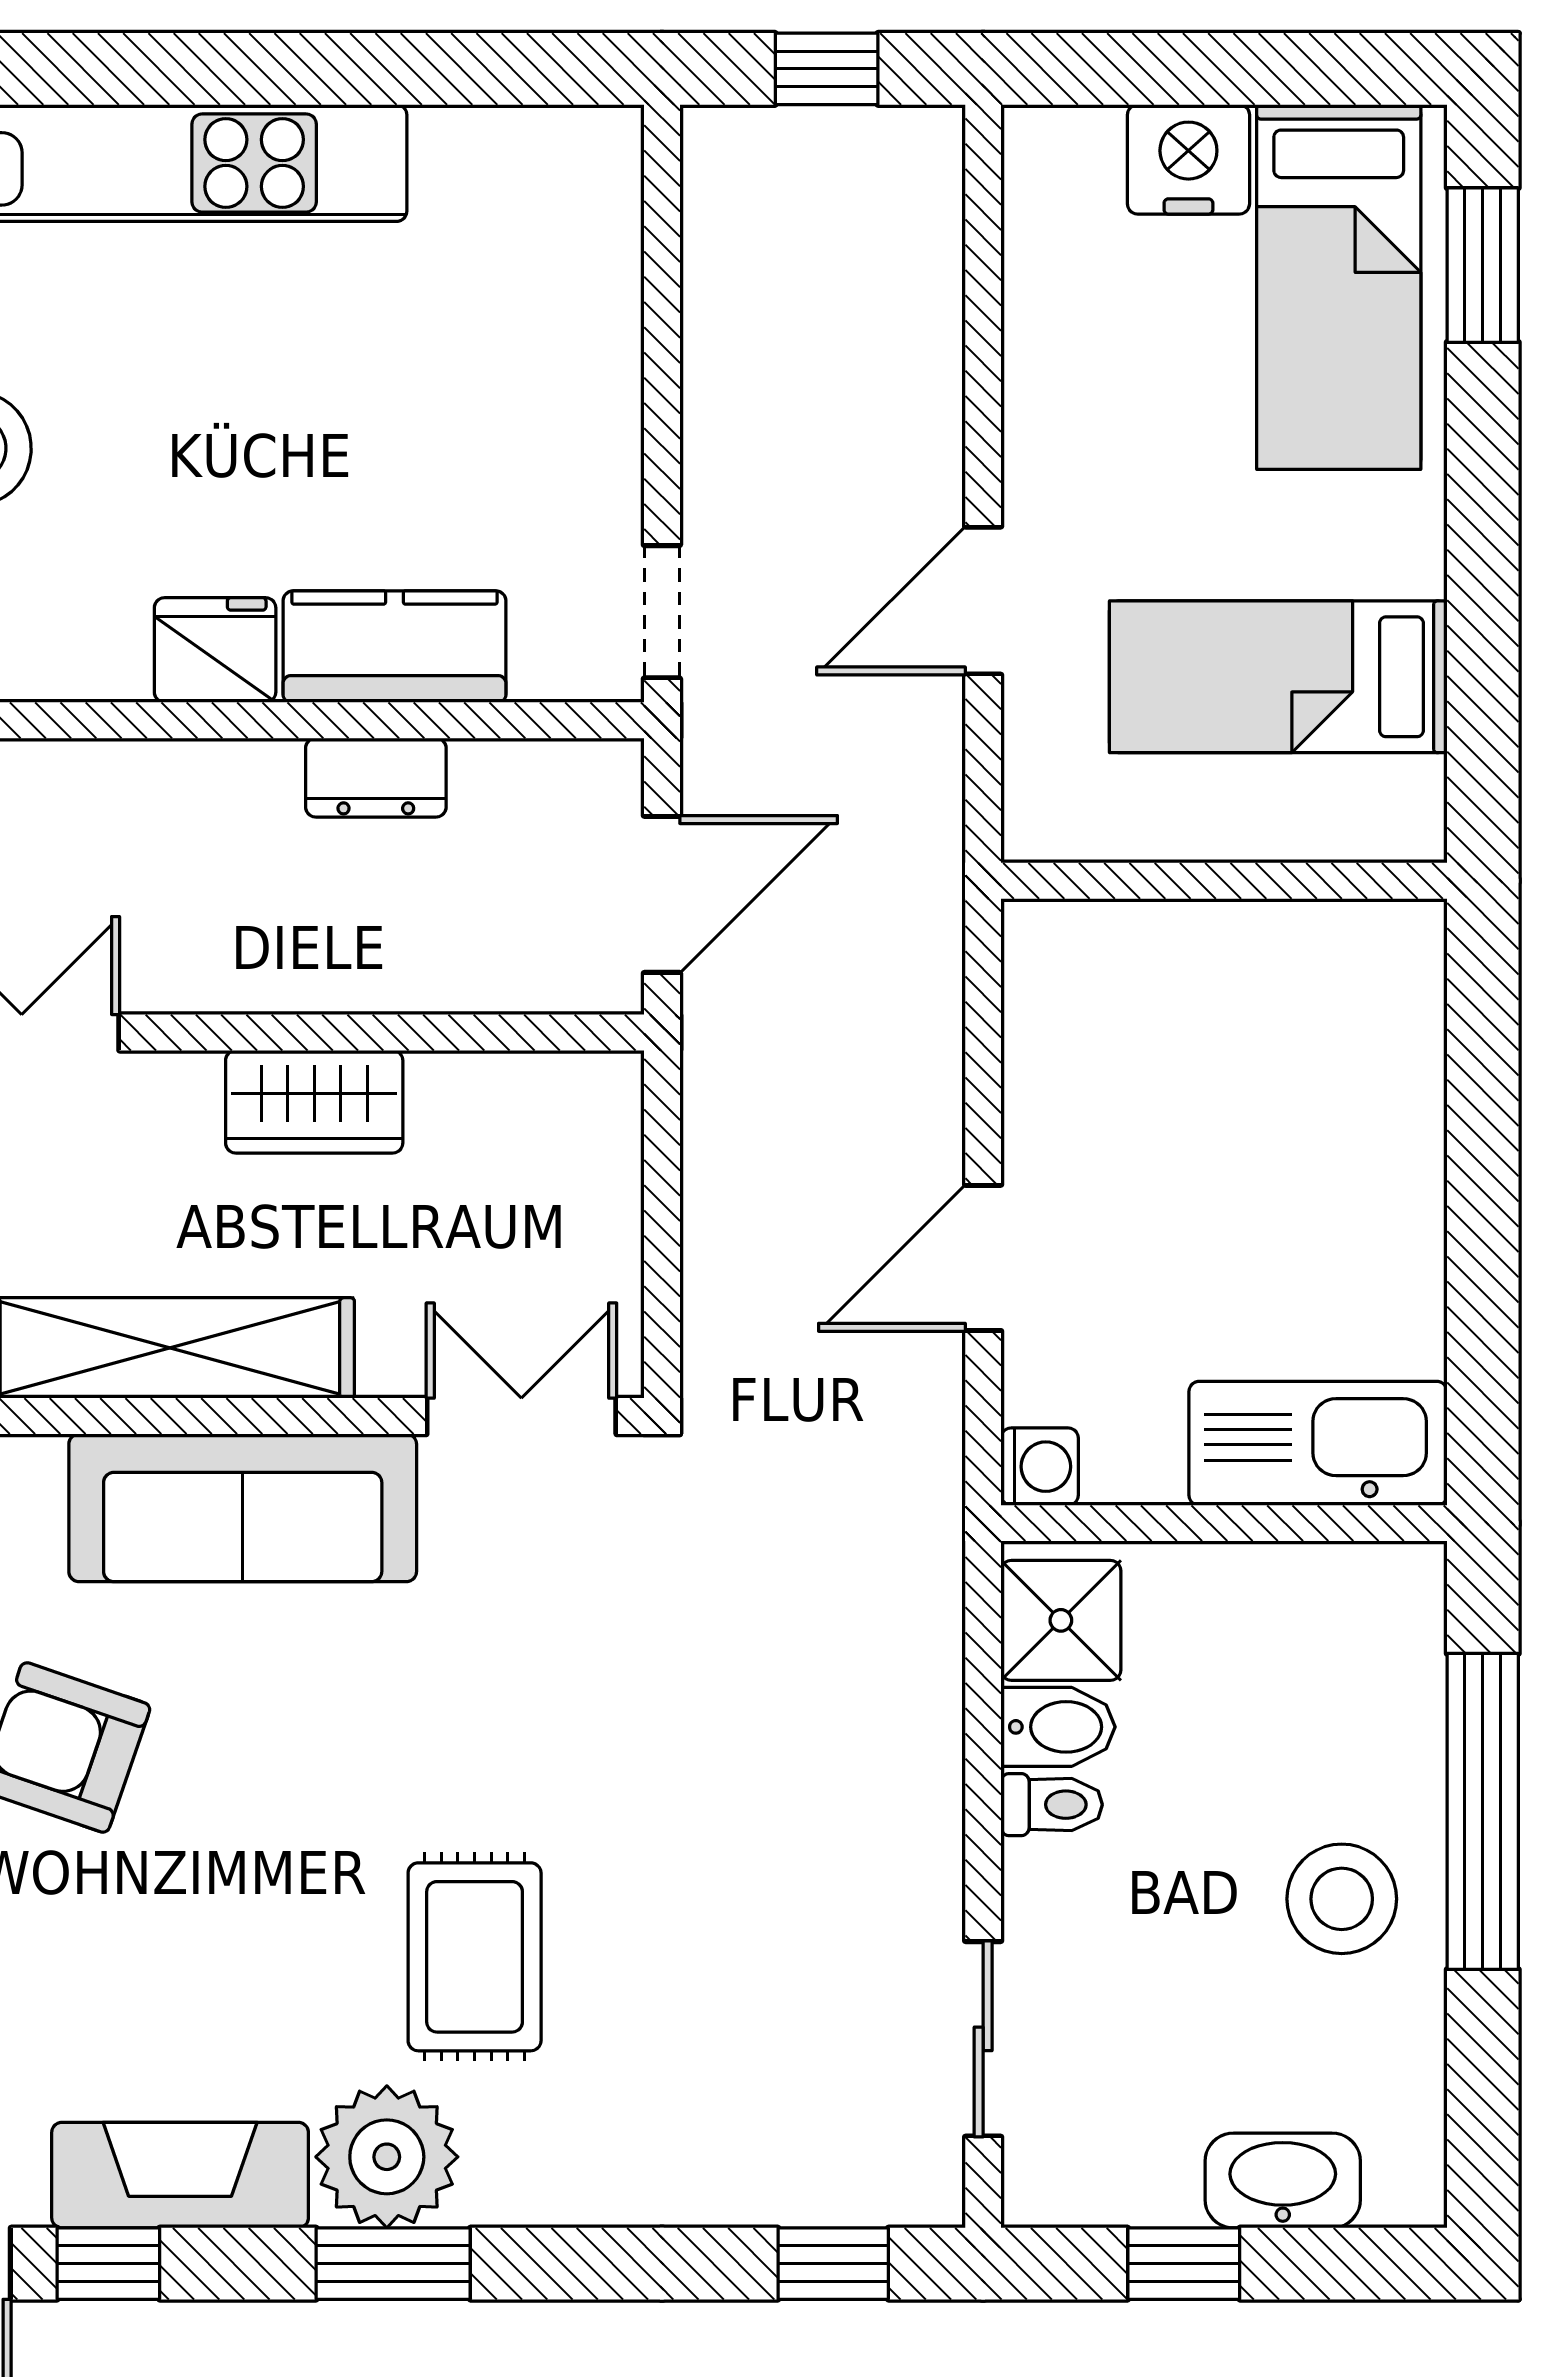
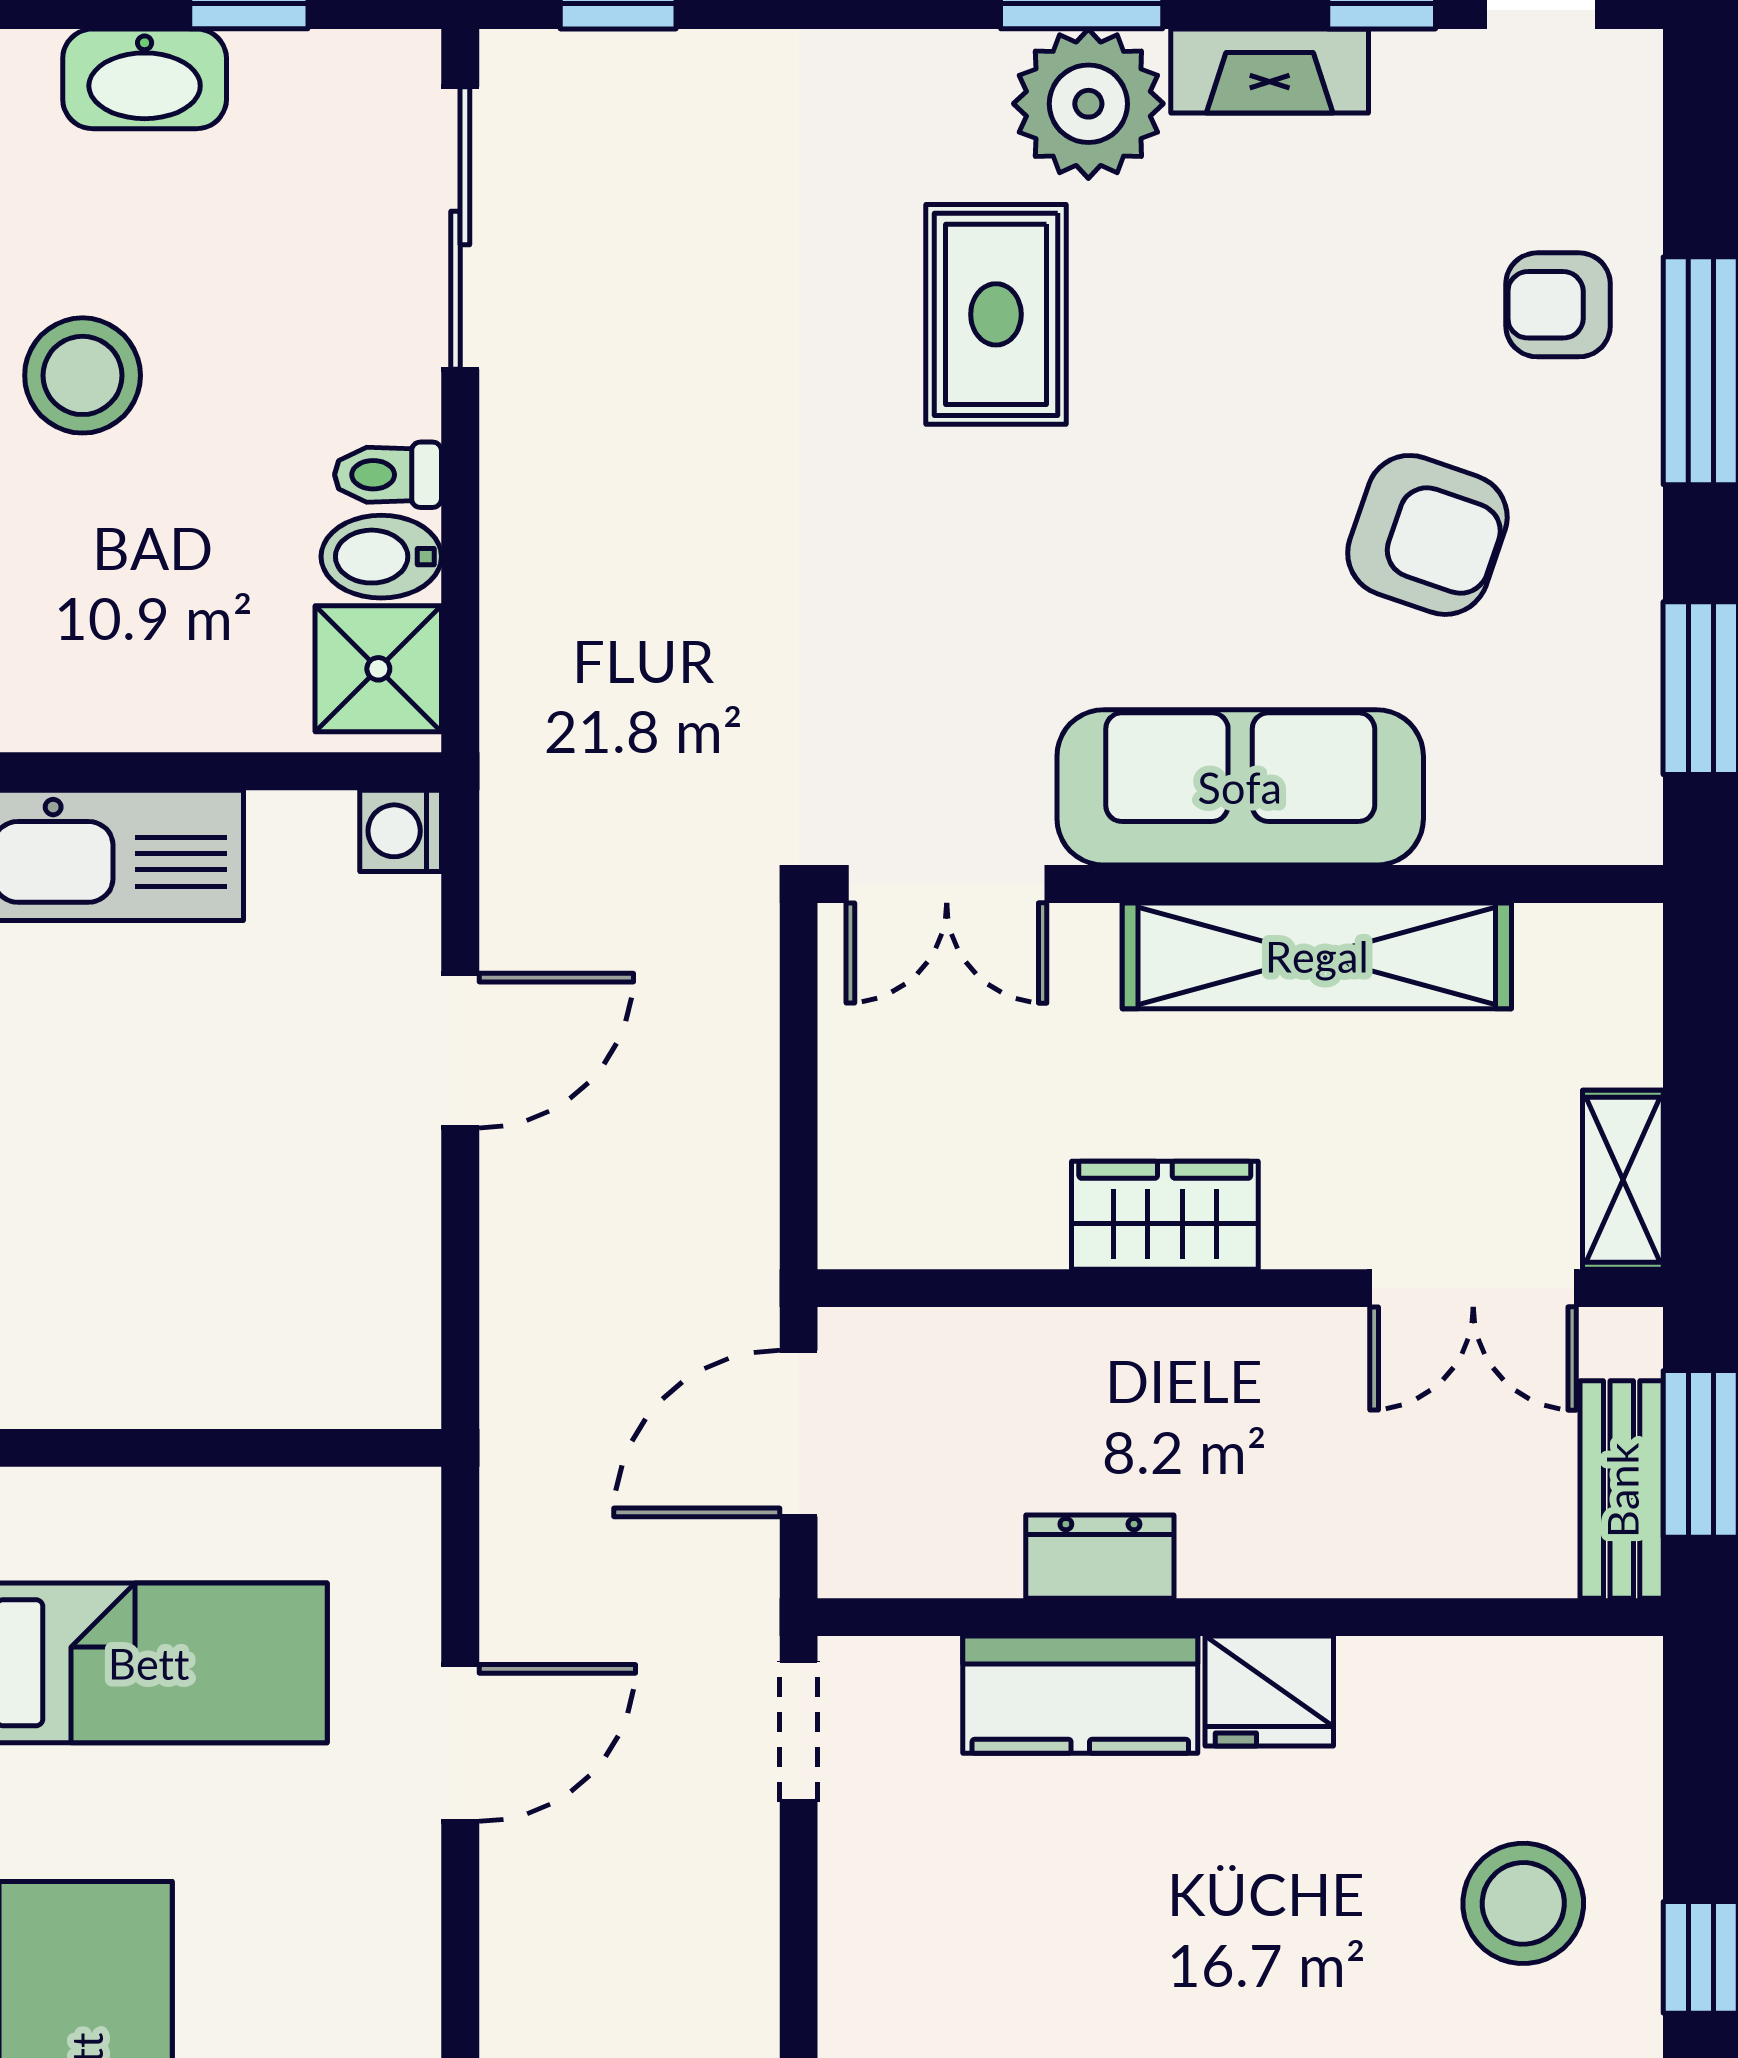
sliding door: (983, 2039) -> (460, 228), width x1.37
fireplace: (180, 2175) -> (1270, 71), width x0.73, depth x0.76

